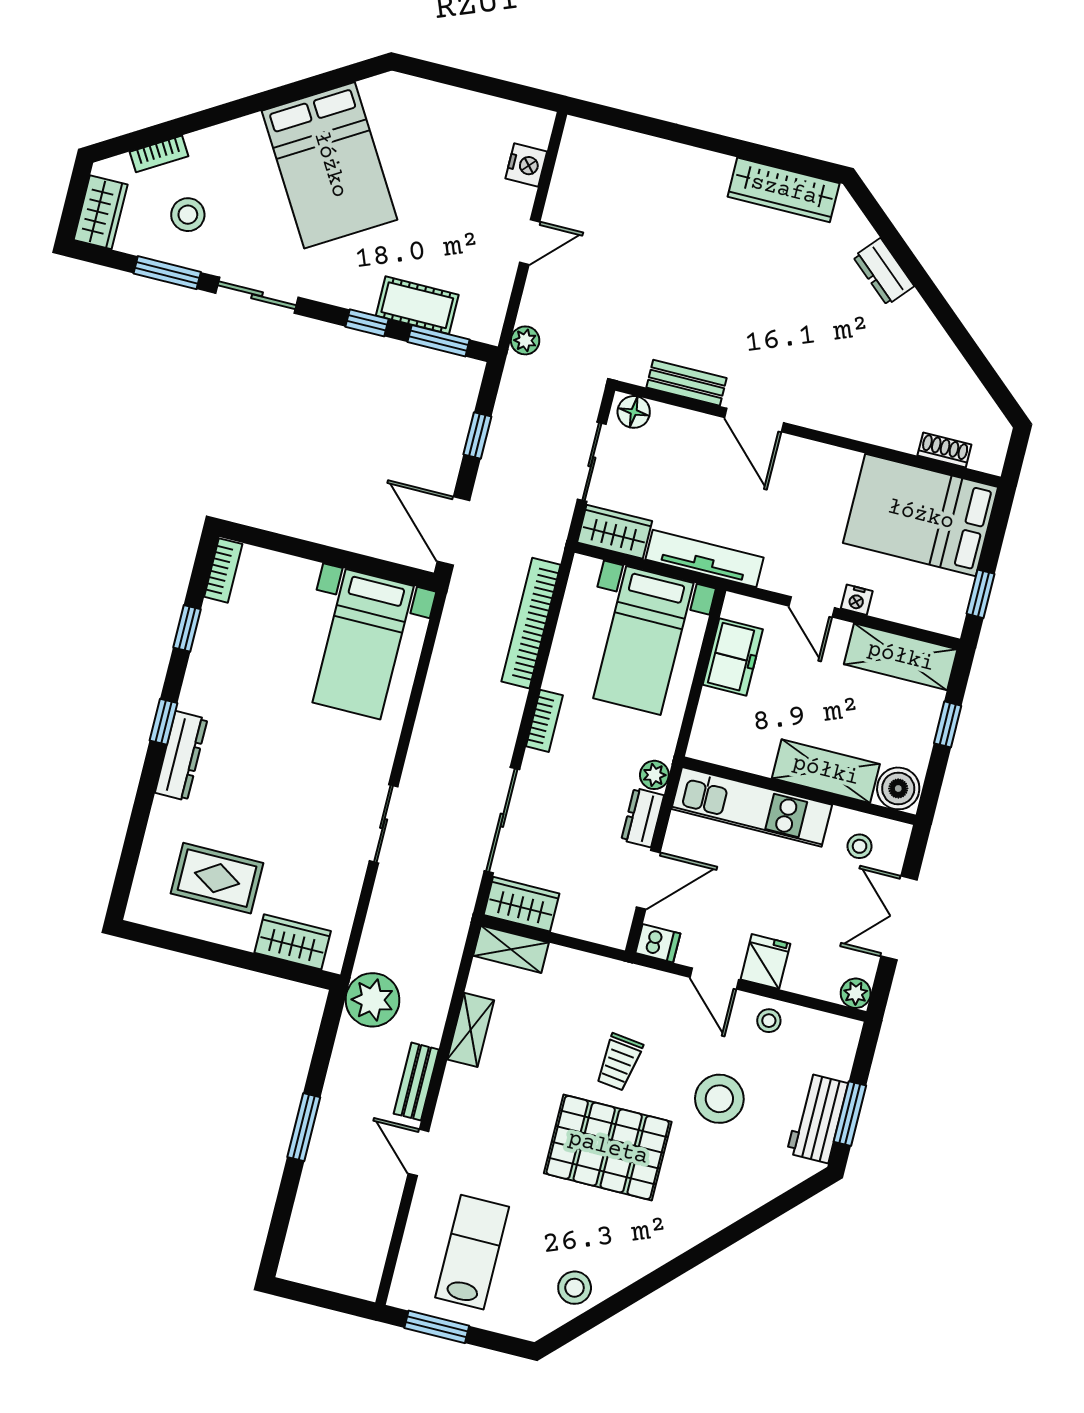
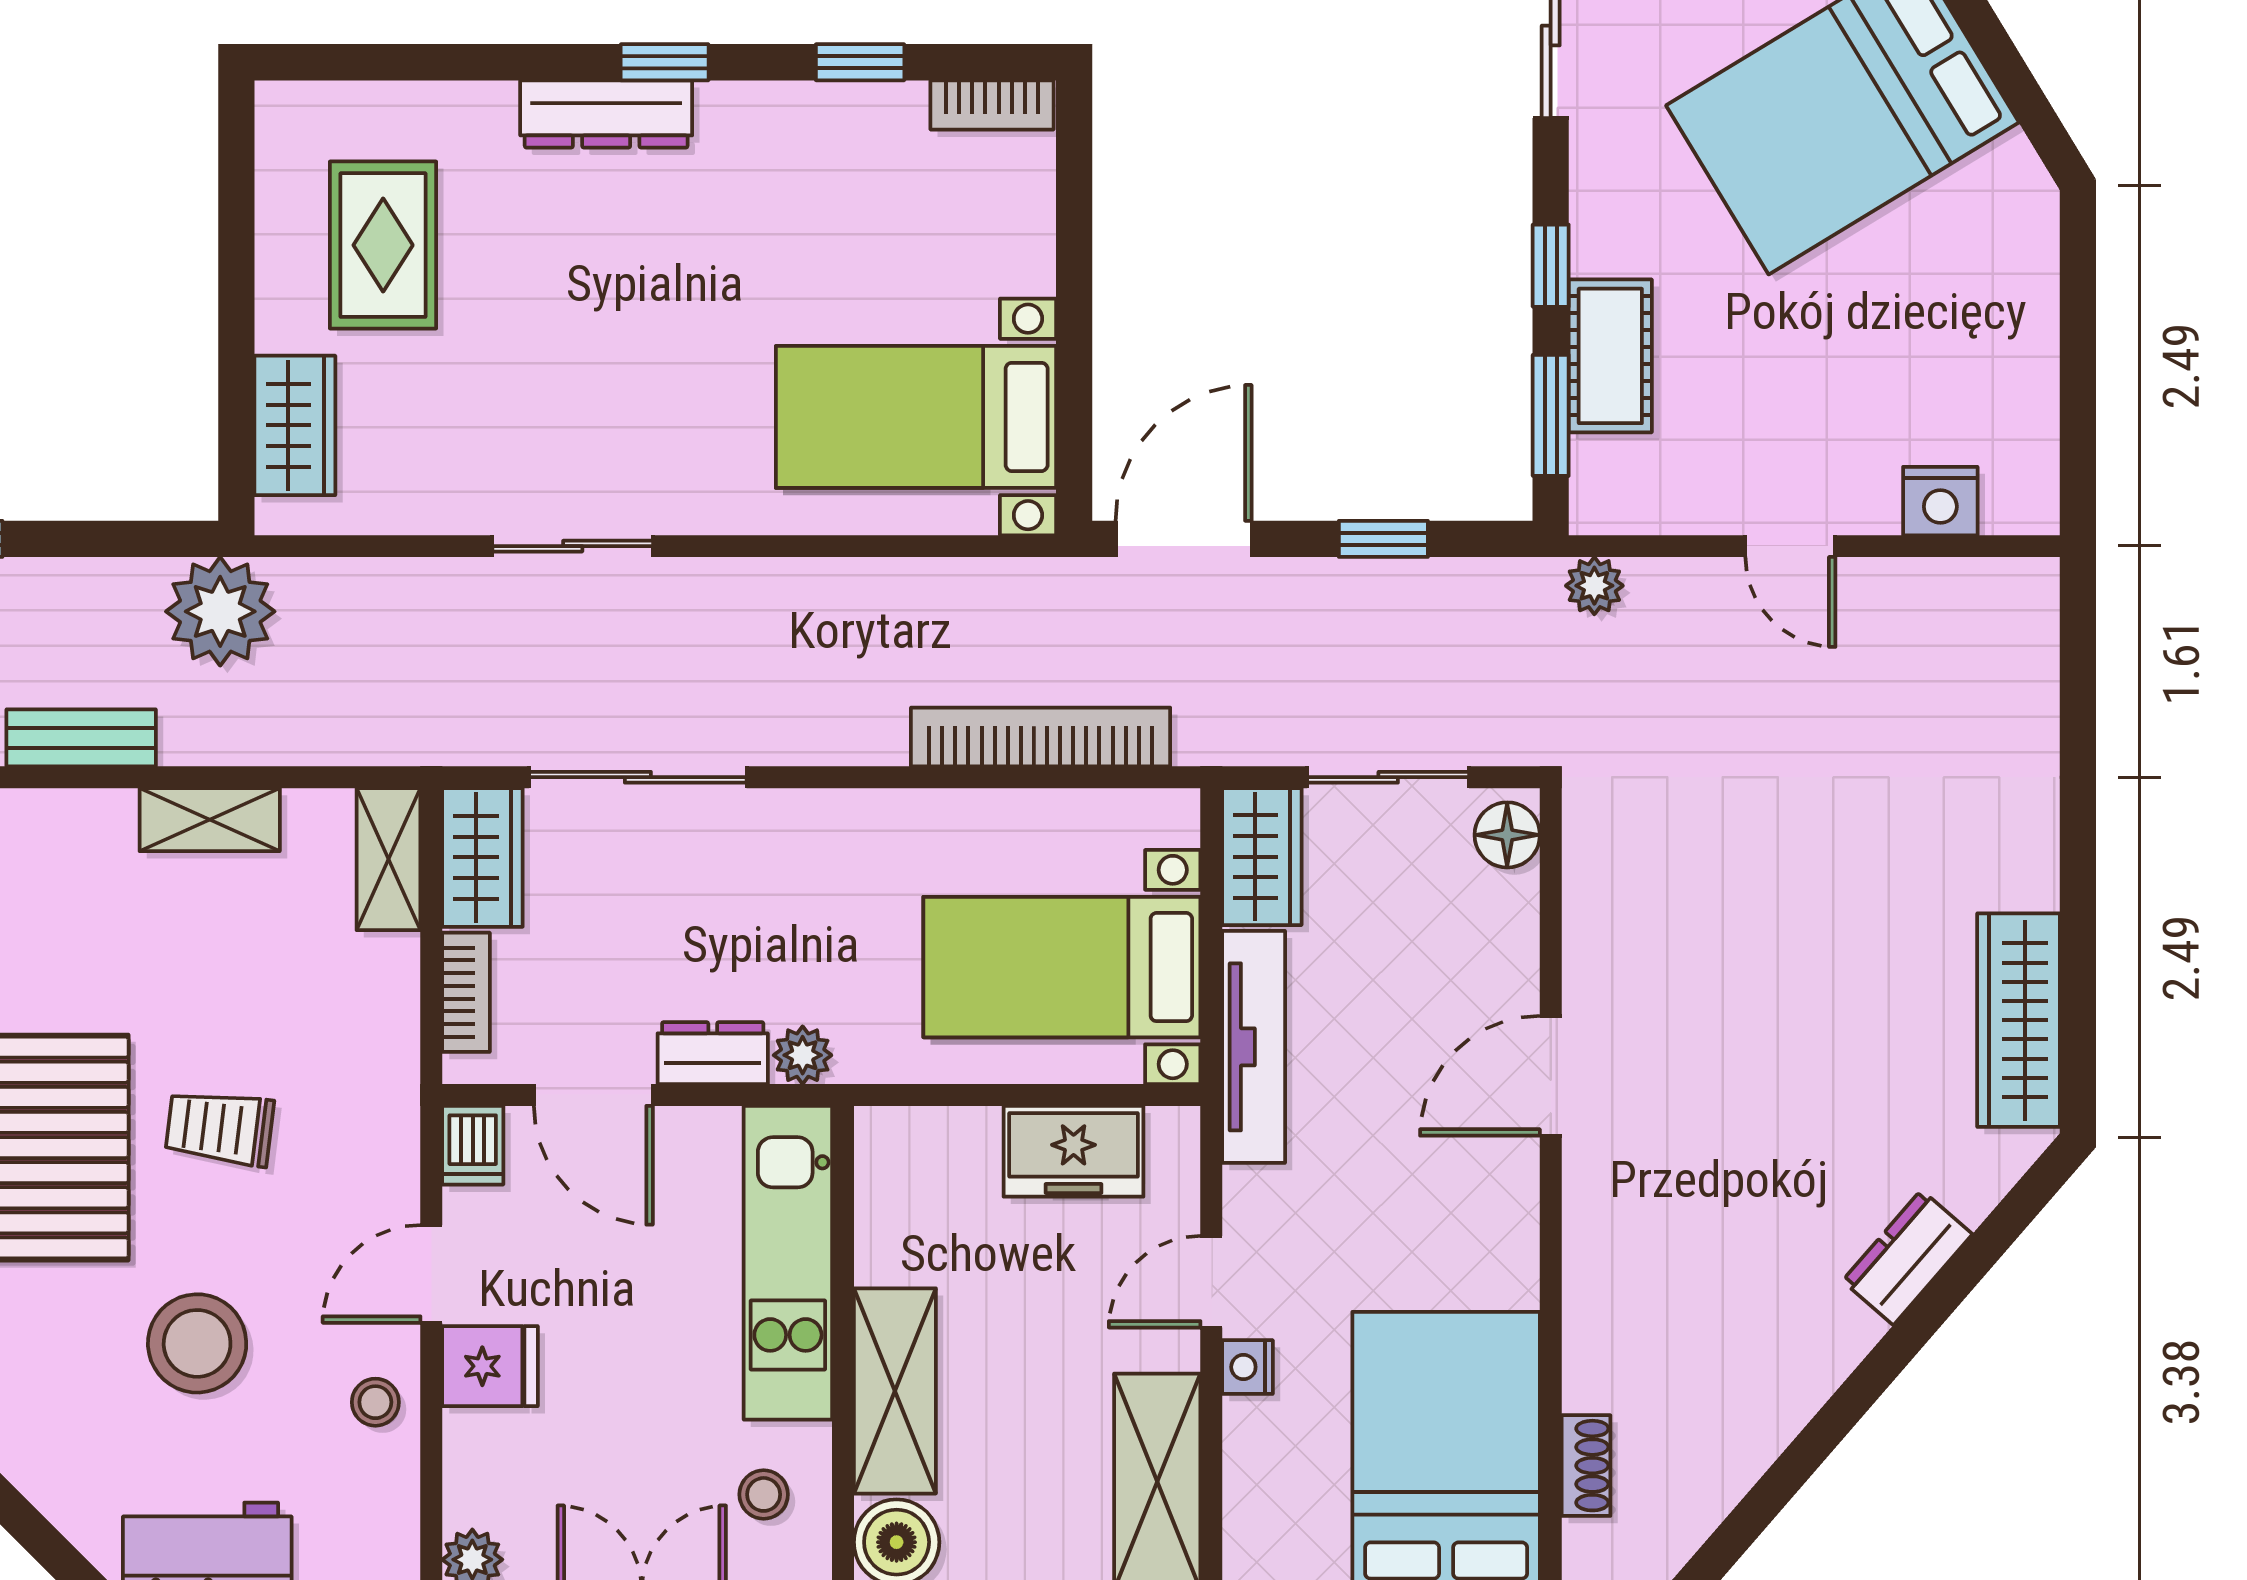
bench: (687, 383) -> (1591, 925), removed
bookcase: (544, 721) -> (466, 992), moved, turned -90

